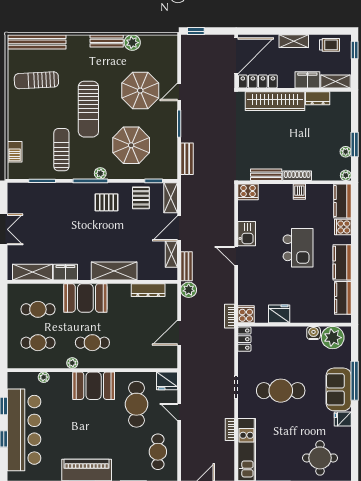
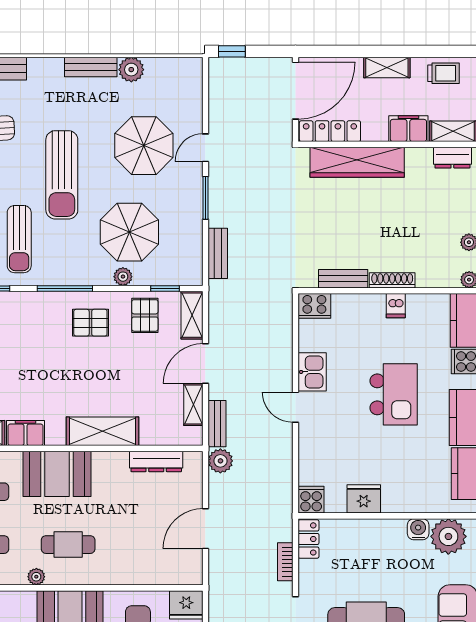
dresser: (318, 98) -> (452, 158), moved
sun lounger: (61, 150) -> (19, 239), turned 180
plant: (100, 173) -> (123, 277), moved
bookcase: (230, 316) -> (285, 562), moved

